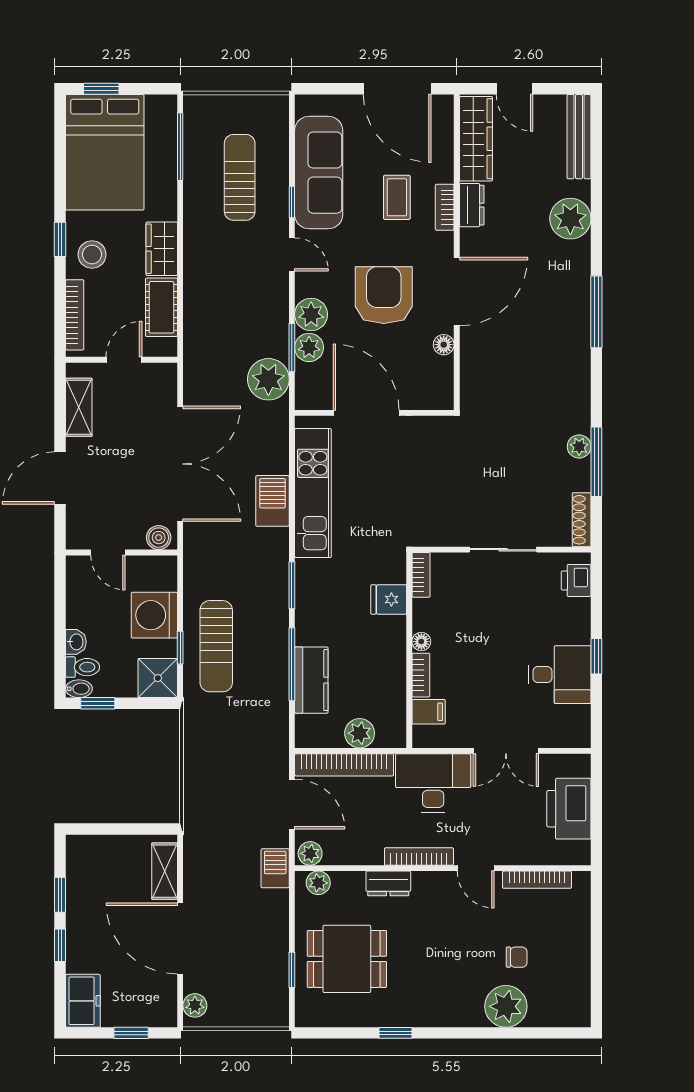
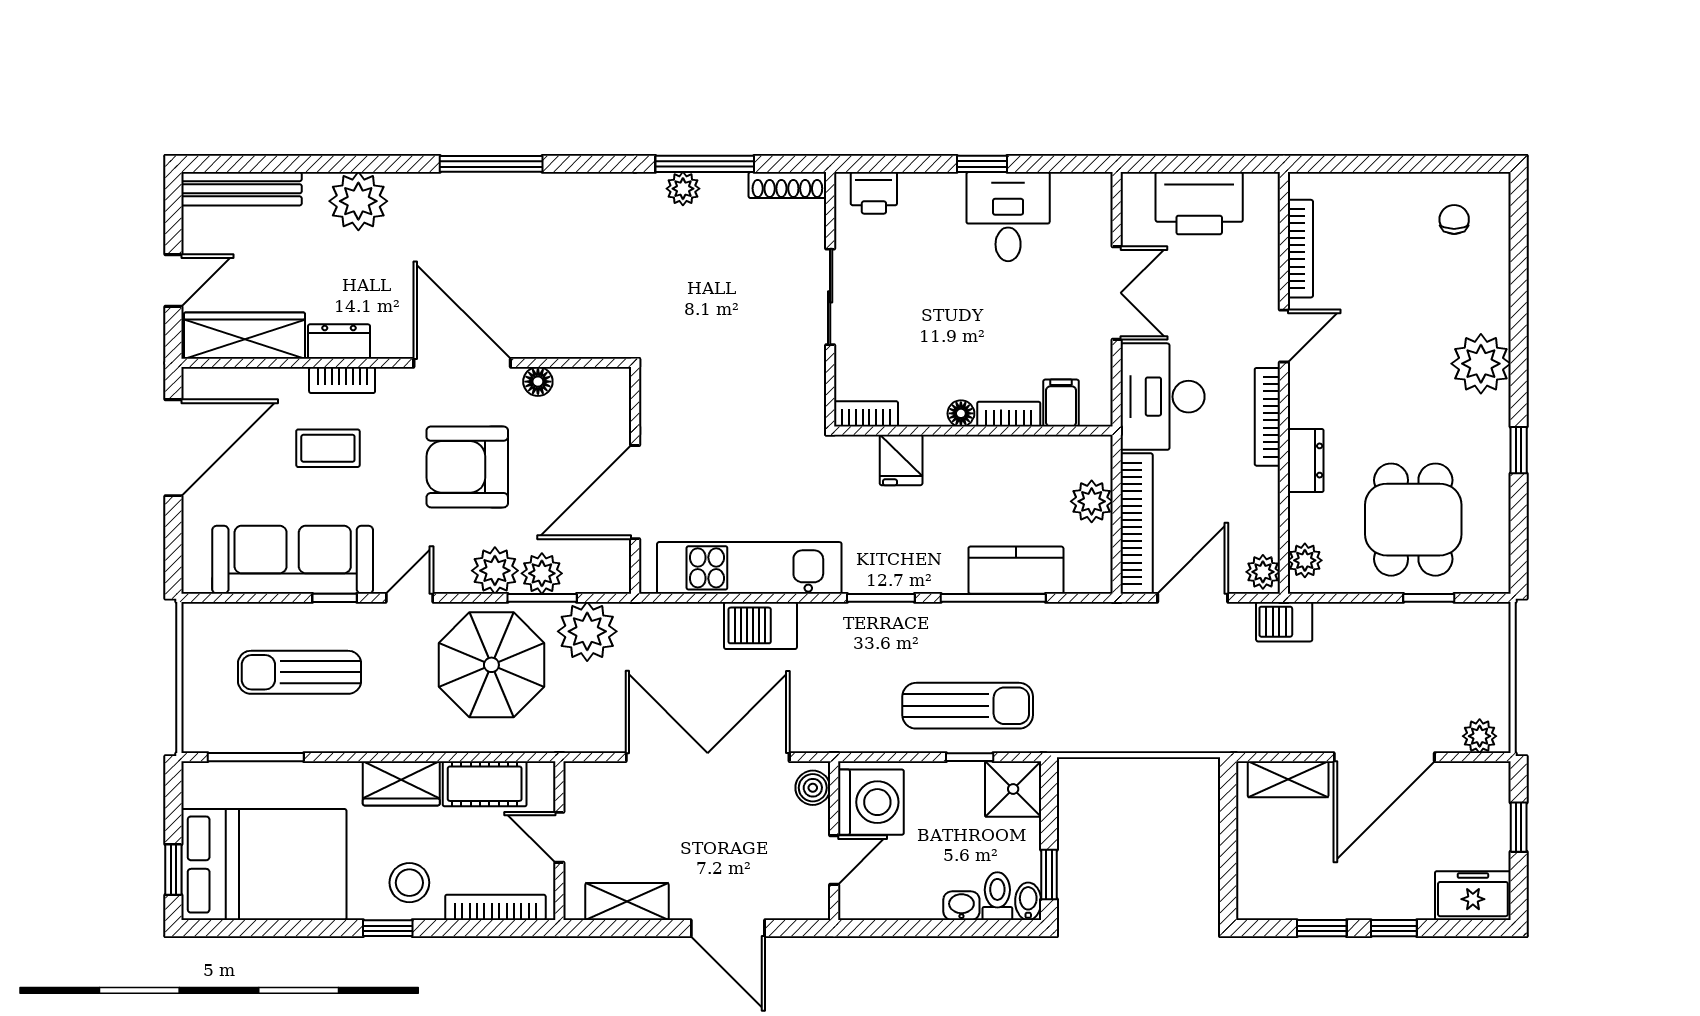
parasol: (245, 312) -> (491, 665), added
washing machine: (154, 615) -> (871, 802), moved, turned -90
chair: (517, 957) -> (1454, 219), moved
plant: (506, 1006) -> (1481, 364), moved

